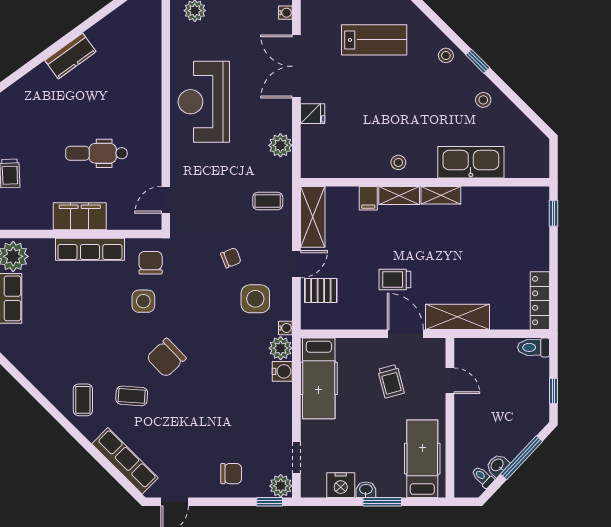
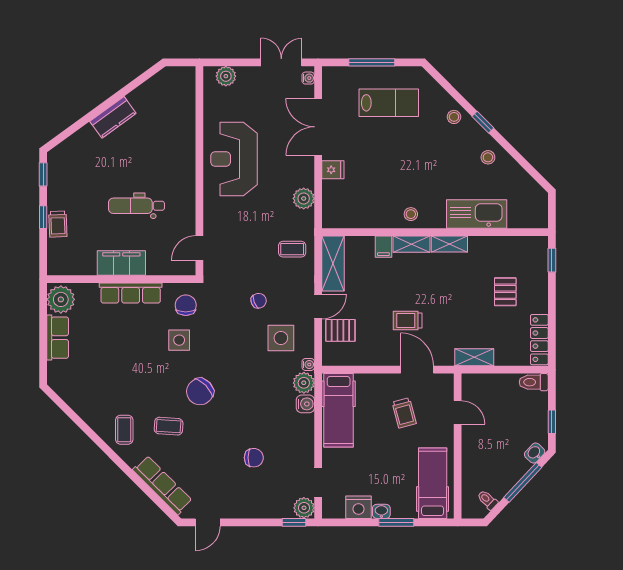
pallet: (502, 248) -> (505, 292), added
shelving: (458, 317) -> (474, 357), width x0.67, depth x0.75
washbasin: (497, 465) -> (535, 453), moved
chair: (231, 474) -> (254, 458), moved

